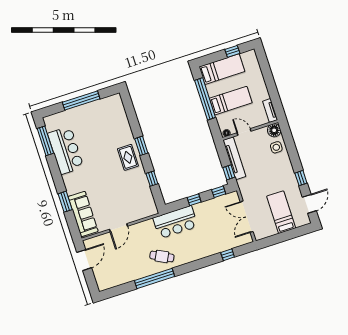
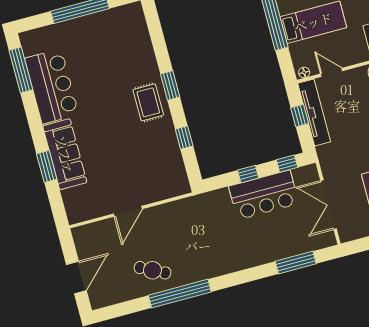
window: (229, 172) -> (300, 116), moved
sofa: (83, 214) -> (65, 154), moved
bar counter: (175, 222) -> (264, 195), moved
window: (228, 255) -> (296, 263), width x2.17
cafe table: (162, 256) -> (152, 270), moved
door: (84, 260) -> (76, 277), moved

